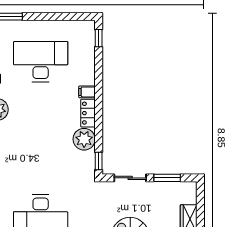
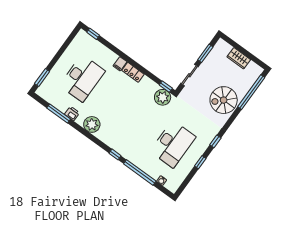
desk: (41, 62) -> (82, 78), turned 180
plant: (84, 139) -> (163, 97), moved

